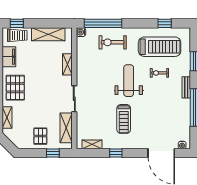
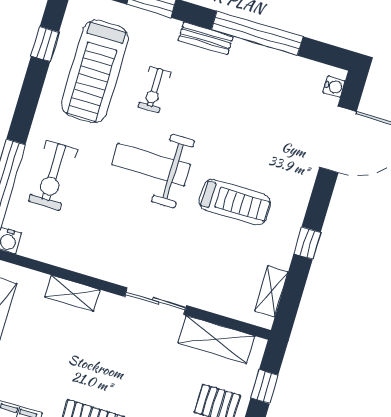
treadmill: (160, 47) -> (95, 71), turned 180

